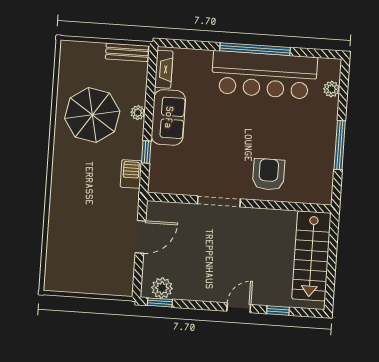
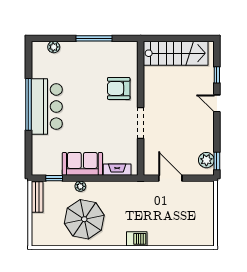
fireplace: (164, 69) -> (117, 170), moved
bar counter: (264, 75) -> (47, 107), width x0.73
window: (146, 152) -> (54, 178), moved
barbecue: (131, 174) -> (137, 239), moved, turned 180

